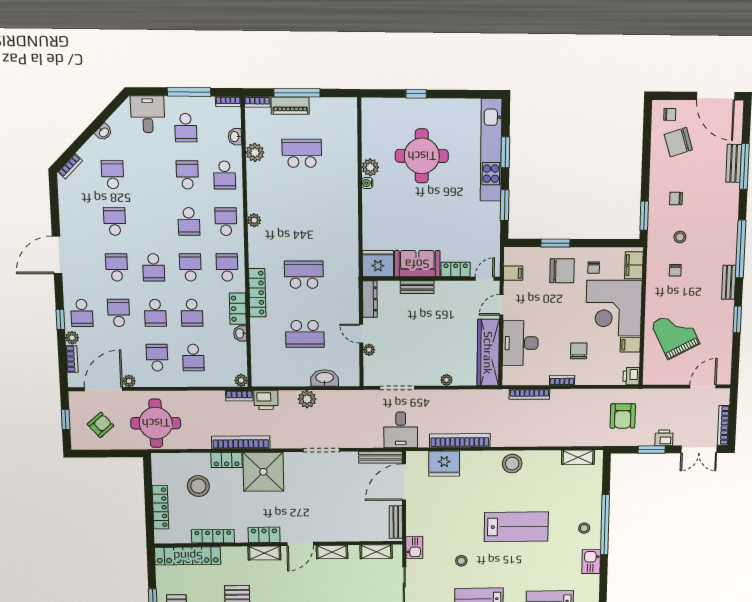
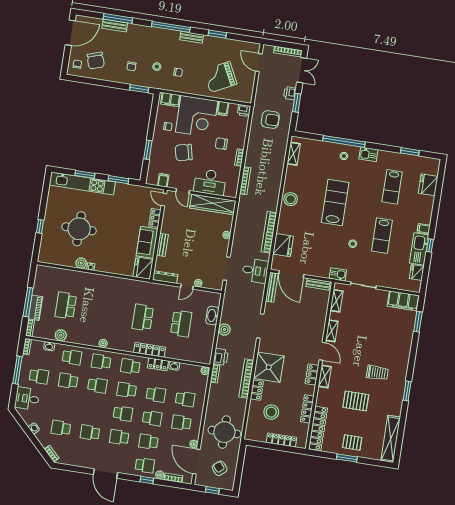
chair: (562, 271) -> (184, 152), moved, turned -103

